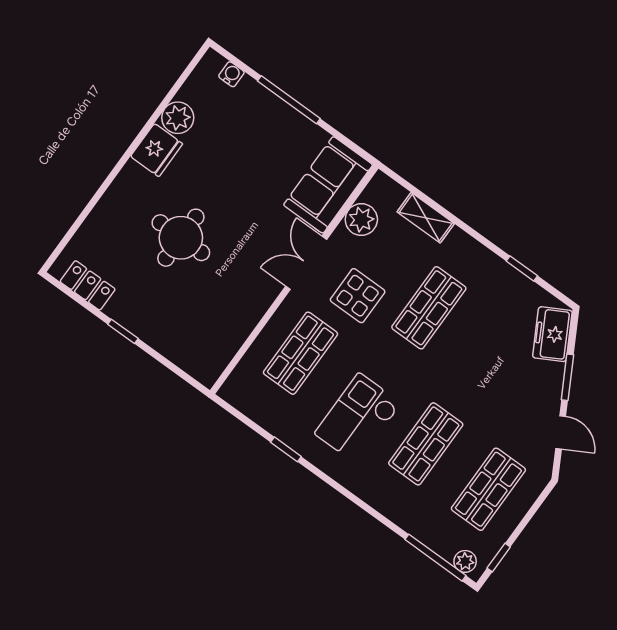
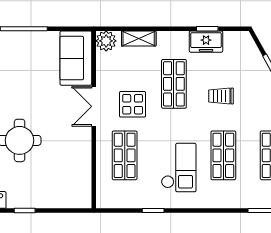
plant: (361, 220) -> (106, 41), moved
freezer: (552, 334) -> (206, 42), moved, turned -61
trolley: (477, 367) -> (221, 96), added
checkout: (358, 418) -> (179, 168), turned 180

